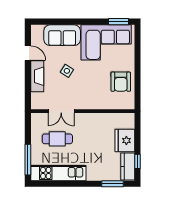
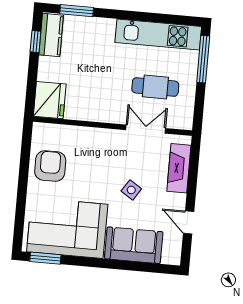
fireplace: (37, 76) -> (179, 168), moved
fridge: (125, 141) -> (50, 100), moved

